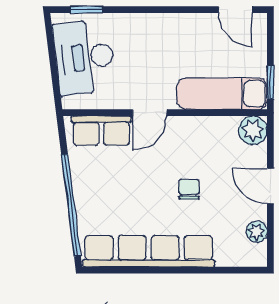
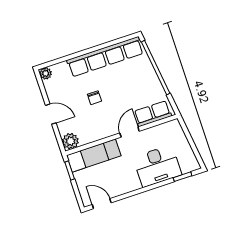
desk: (84, 57) -> (157, 166), moved, turned 97
plant: (257, 232) -> (46, 73), moved

